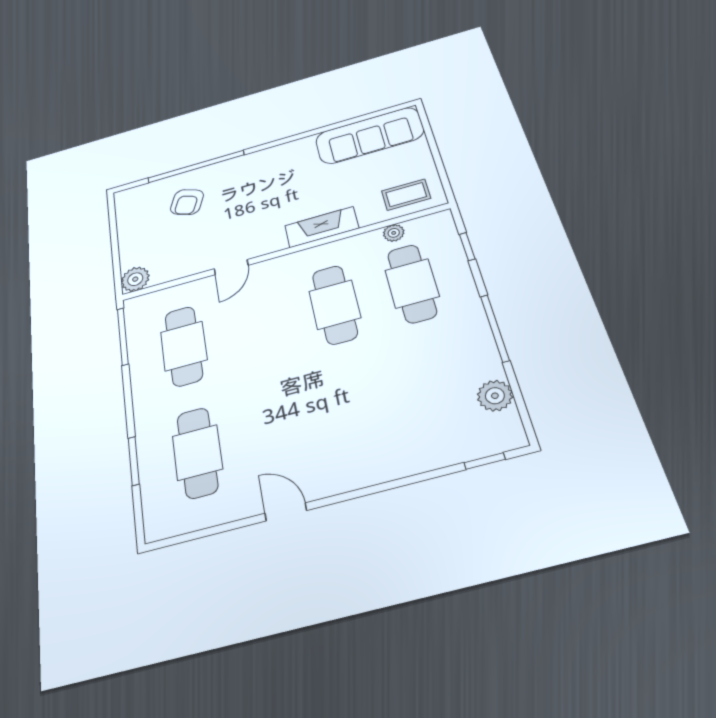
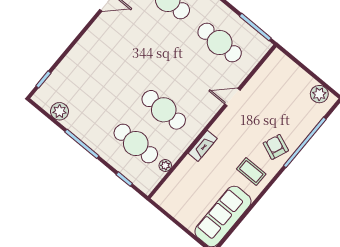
coffee table: (406, 195) -> (251, 172), moved, turned 90
armchair: (187, 202) -> (276, 147), moved
fireplace: (322, 227) -> (203, 146), width x0.73, depth x0.76
door: (231, 267) -> (232, 97), hinge flipped
plant: (135, 279) -> (319, 94), moved

